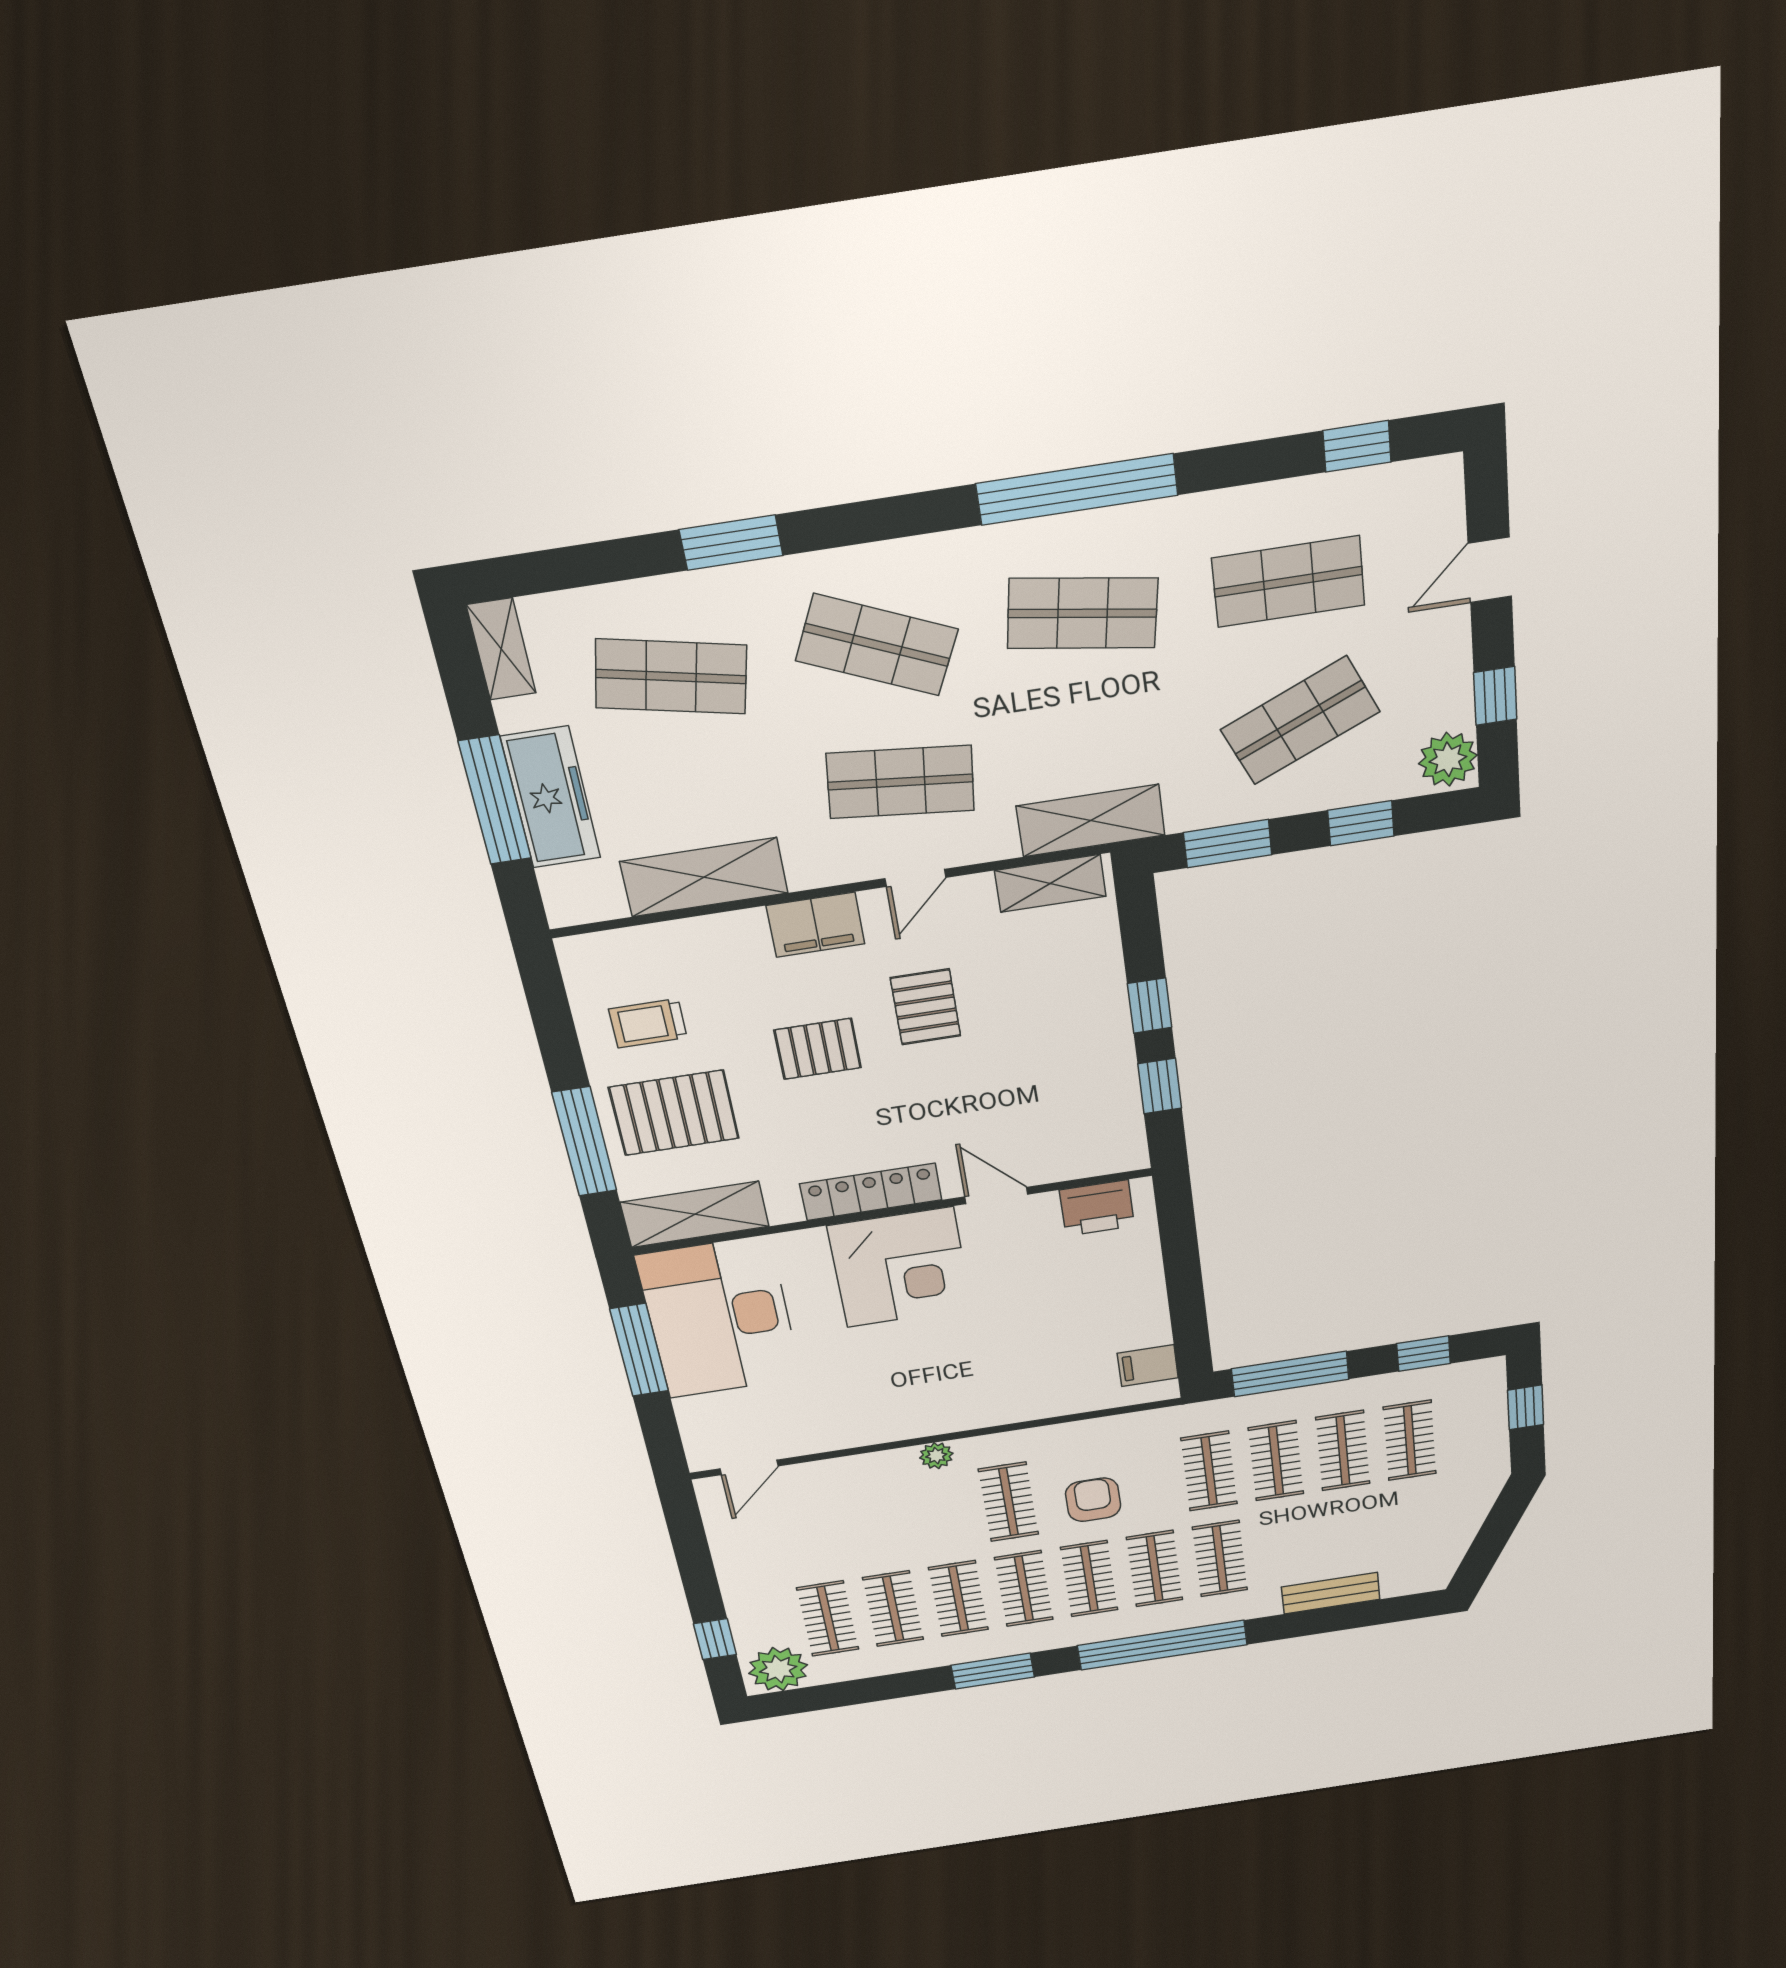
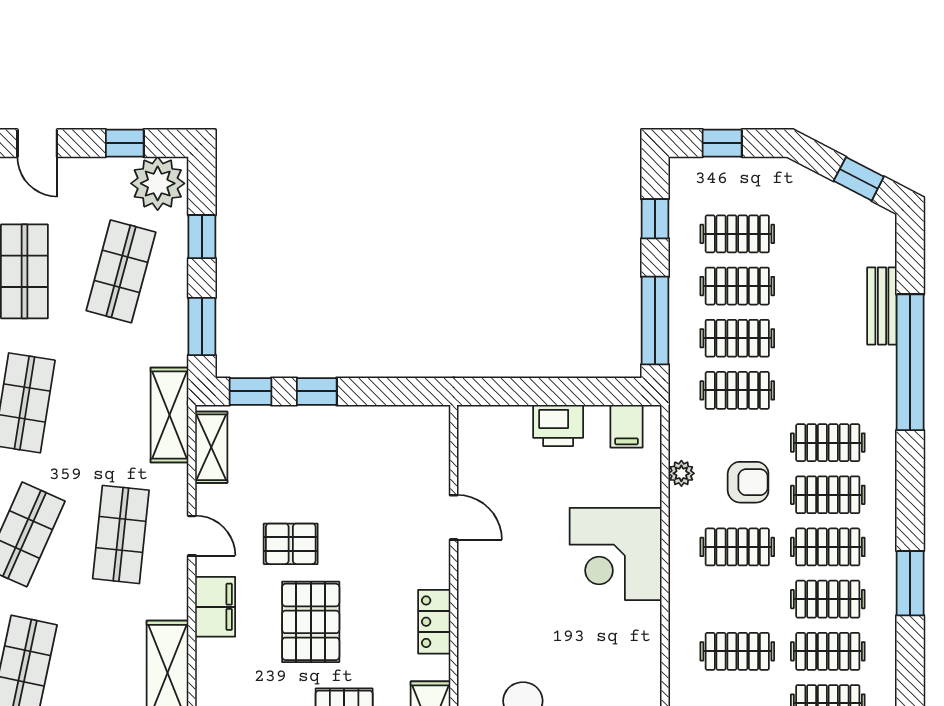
shop shelf: (1300, 721) -> (121, 271), turned 39
plant: (1448, 759) -> (158, 183), width x1.36, depth x1.36
pallet: (818, 1049) -> (311, 622), width x1.50, depth x1.42
window: (1160, 1086) -> (250, 391), moved
locker: (871, 1192) -> (434, 622), width x0.66
door: (996, 1196) -> (454, 517), swing flipped
printer: (1097, 1208) -> (558, 426), moved, turned 90
corner desk: (900, 1267) -> (616, 554), moved, turned 180
plant: (936, 1456) -> (681, 473), moved
armchair: (1093, 1500) -> (748, 482), turned 180
window: (1487, 1547) -> (859, 179), added
clothes rail: (1220, 1559) -> (737, 651), moved
window: (1162, 1645) -> (910, 362), moved

